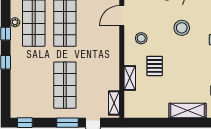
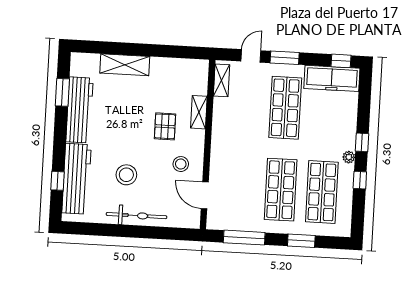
door: (122, 16) -> (205, 195), swing flipped
plant: (15, 22) -> (349, 157), moved
freezer: (31, 109) -> (332, 78), added

